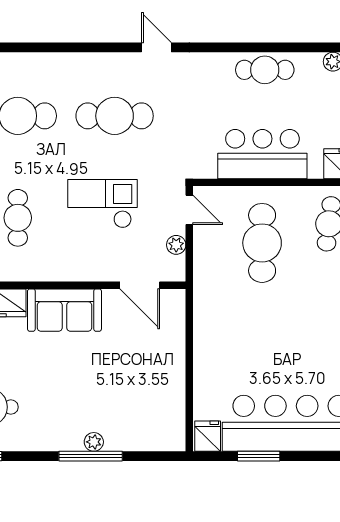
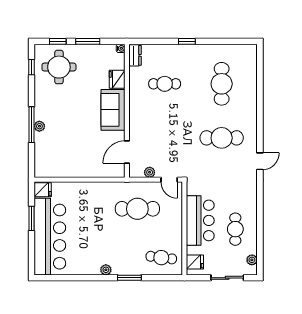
cafe table: (265, 70) -> (235, 229), moved
cafe table: (115, 116) -> (222, 138), turned 90
checkout: (103, 204) -> (173, 131), removed
door: (189, 210) -> (169, 180), hinge flipped
cafe table: (262, 243) -> (137, 209), moved

